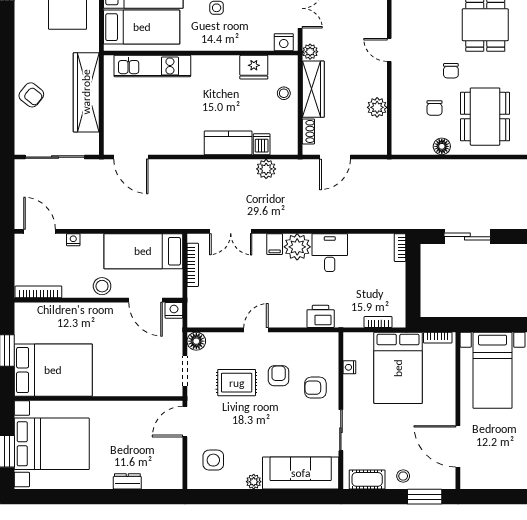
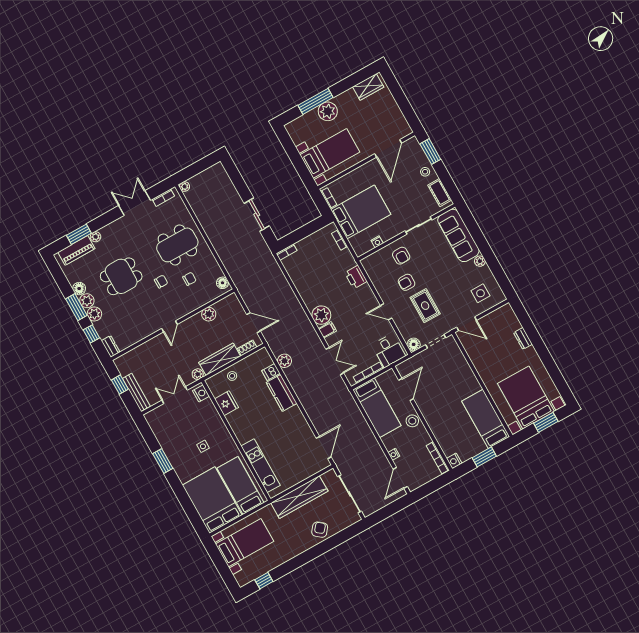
floor lamp: (442, 146) -> (223, 283), moved
desk: (330, 253) -> (389, 350), moved, turned -90
nightstand: (174, 310) -> (454, 461), moved
bed: (53, 370) -> (486, 419), width x0.67

